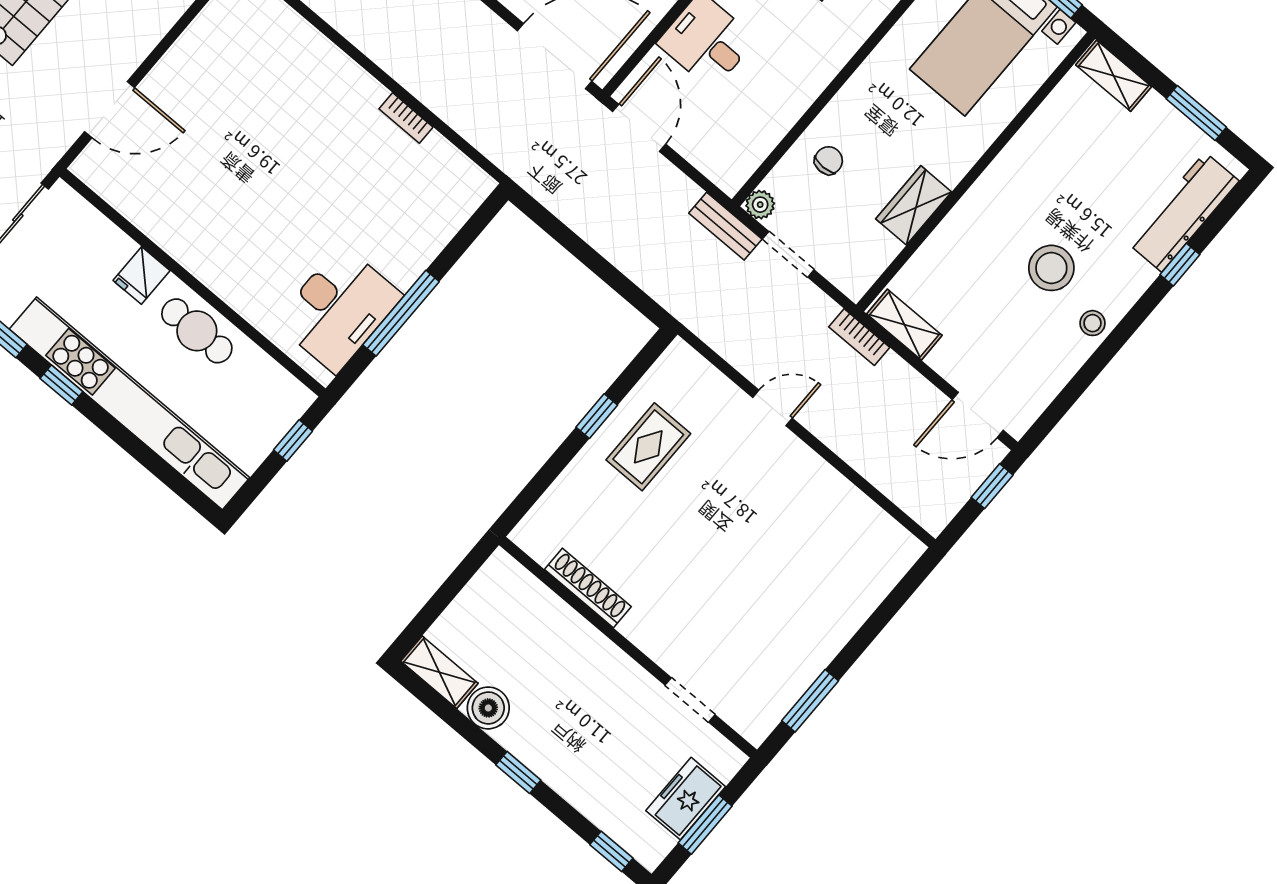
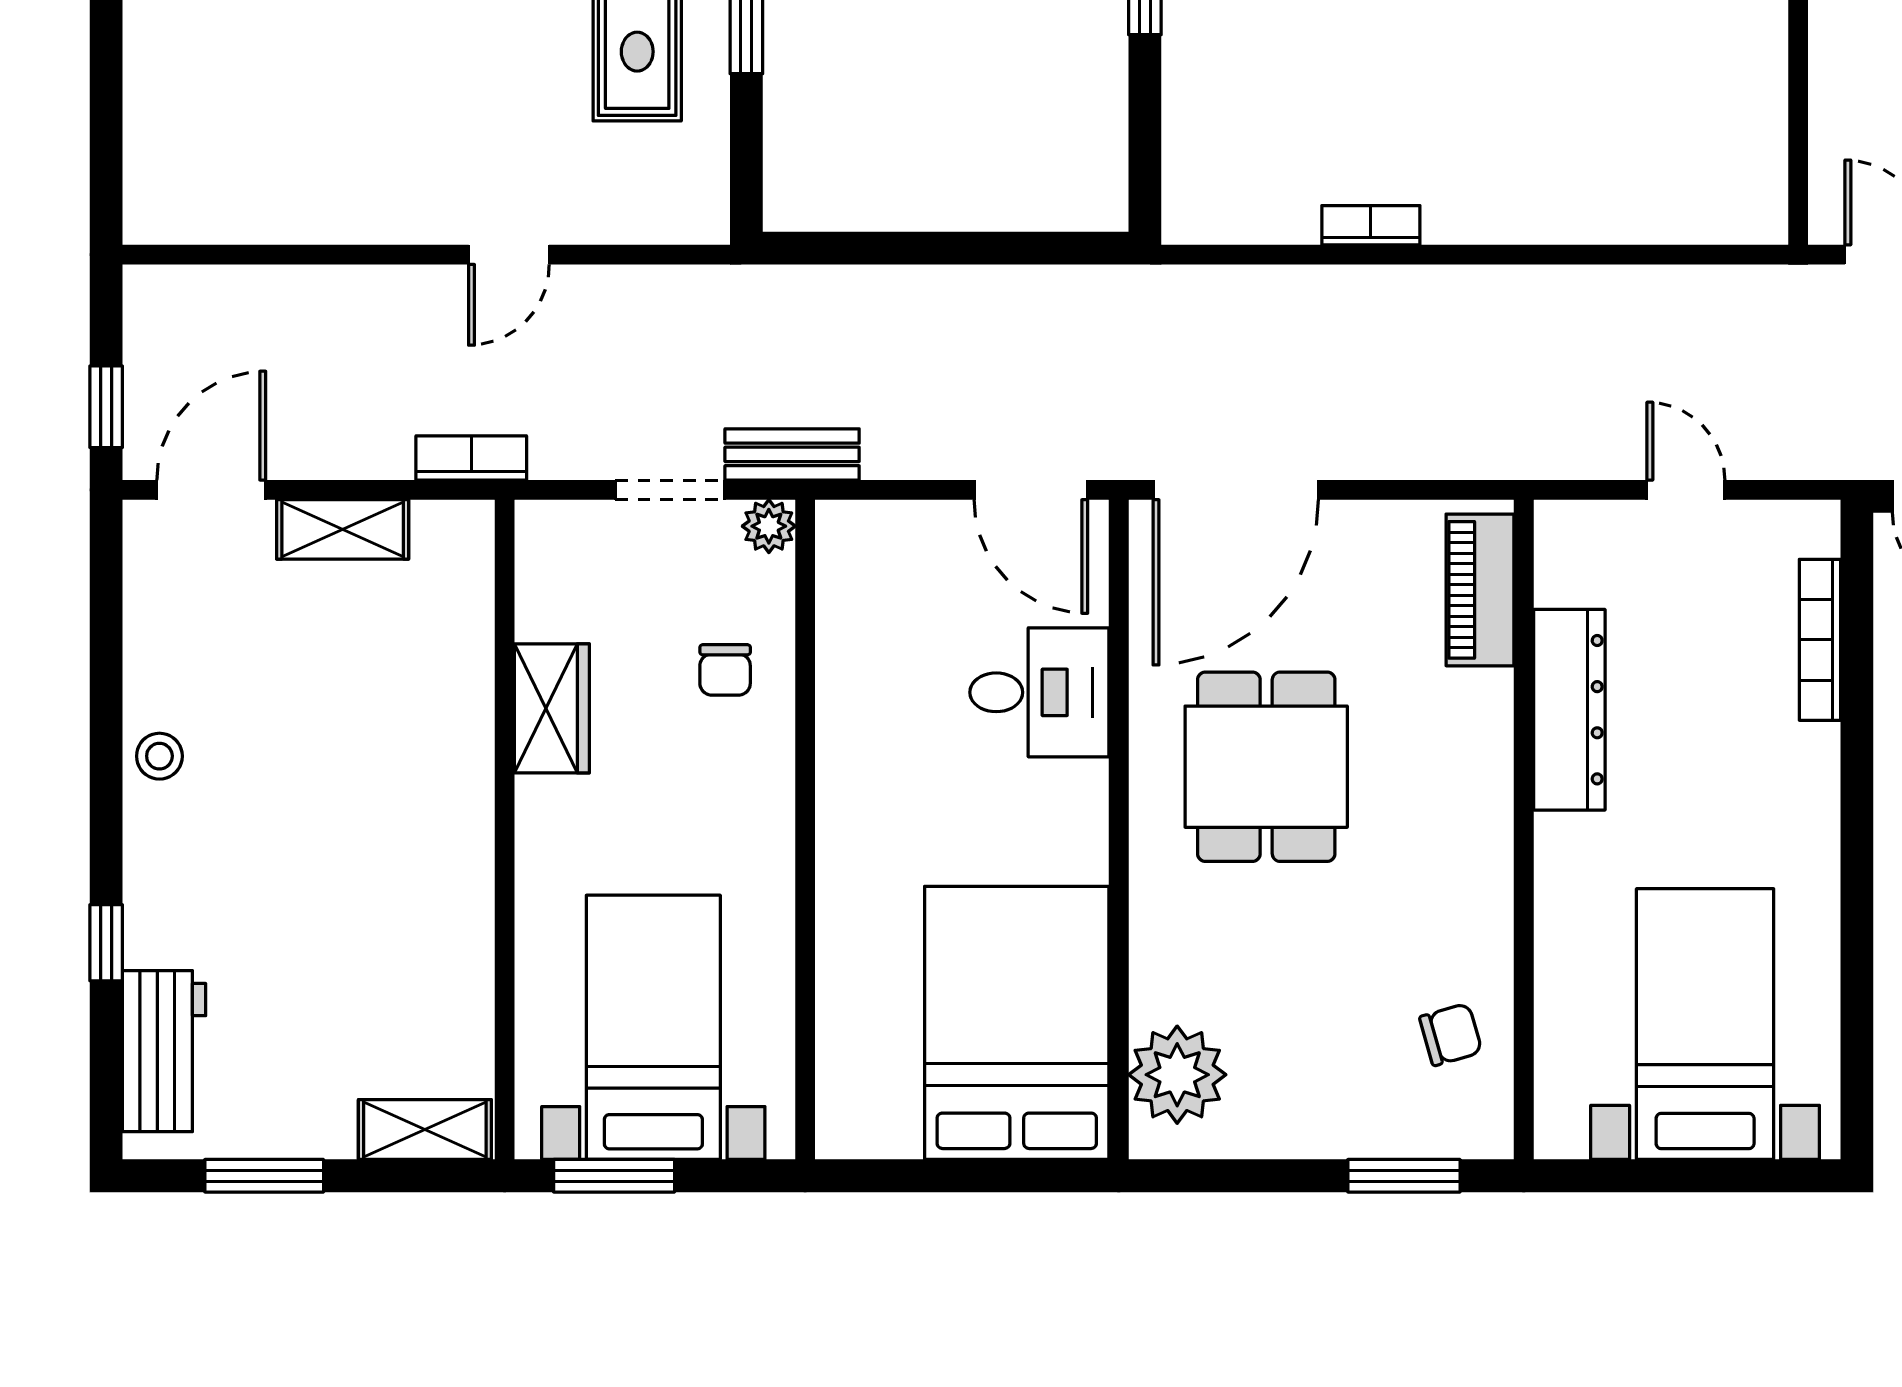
workbench: (1183, 212) -> (164, 1051), width x0.73
stool: (1051, 268) -> (283, 785), removed
shelving: (904, 325) -> (343, 529), moved

